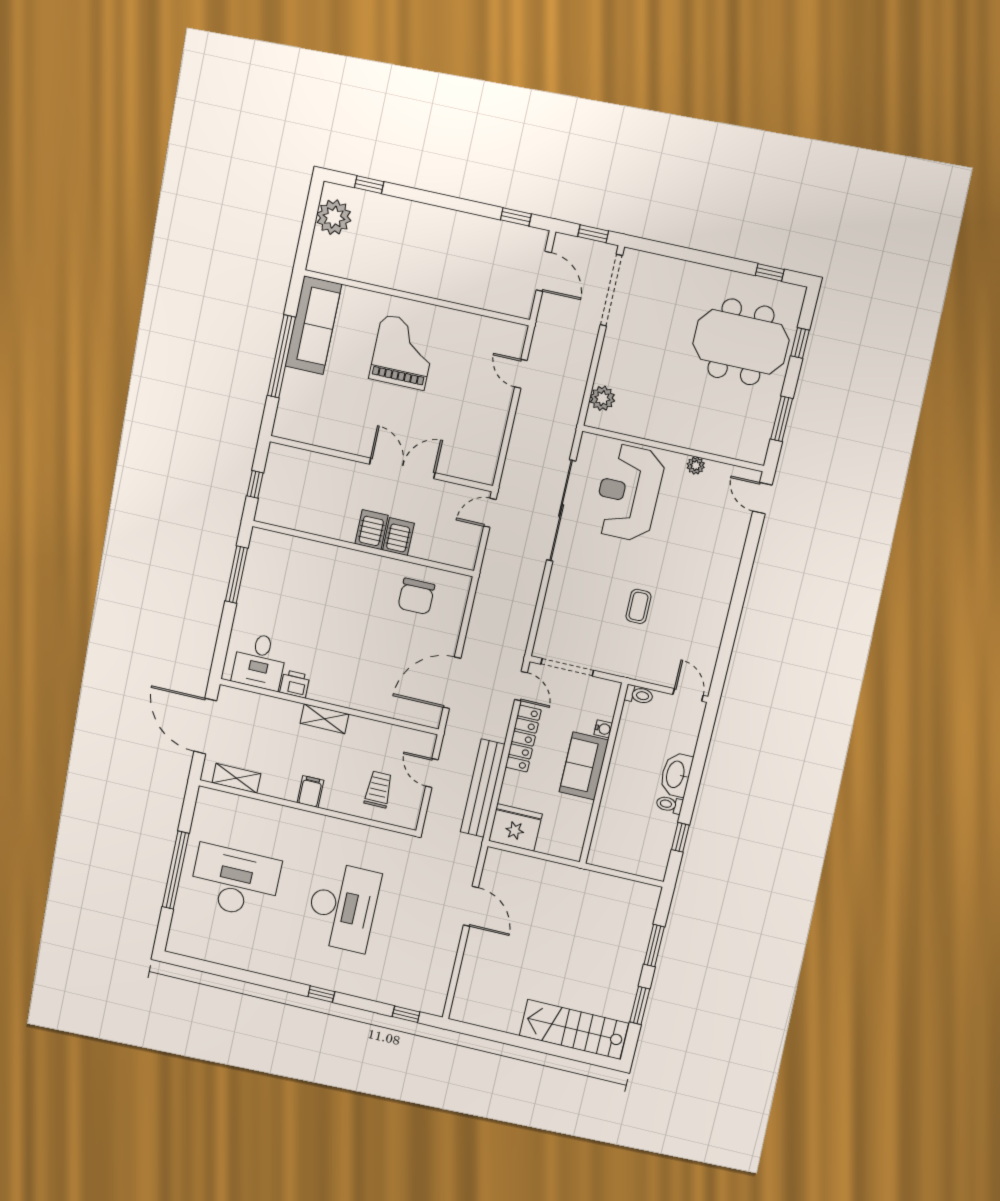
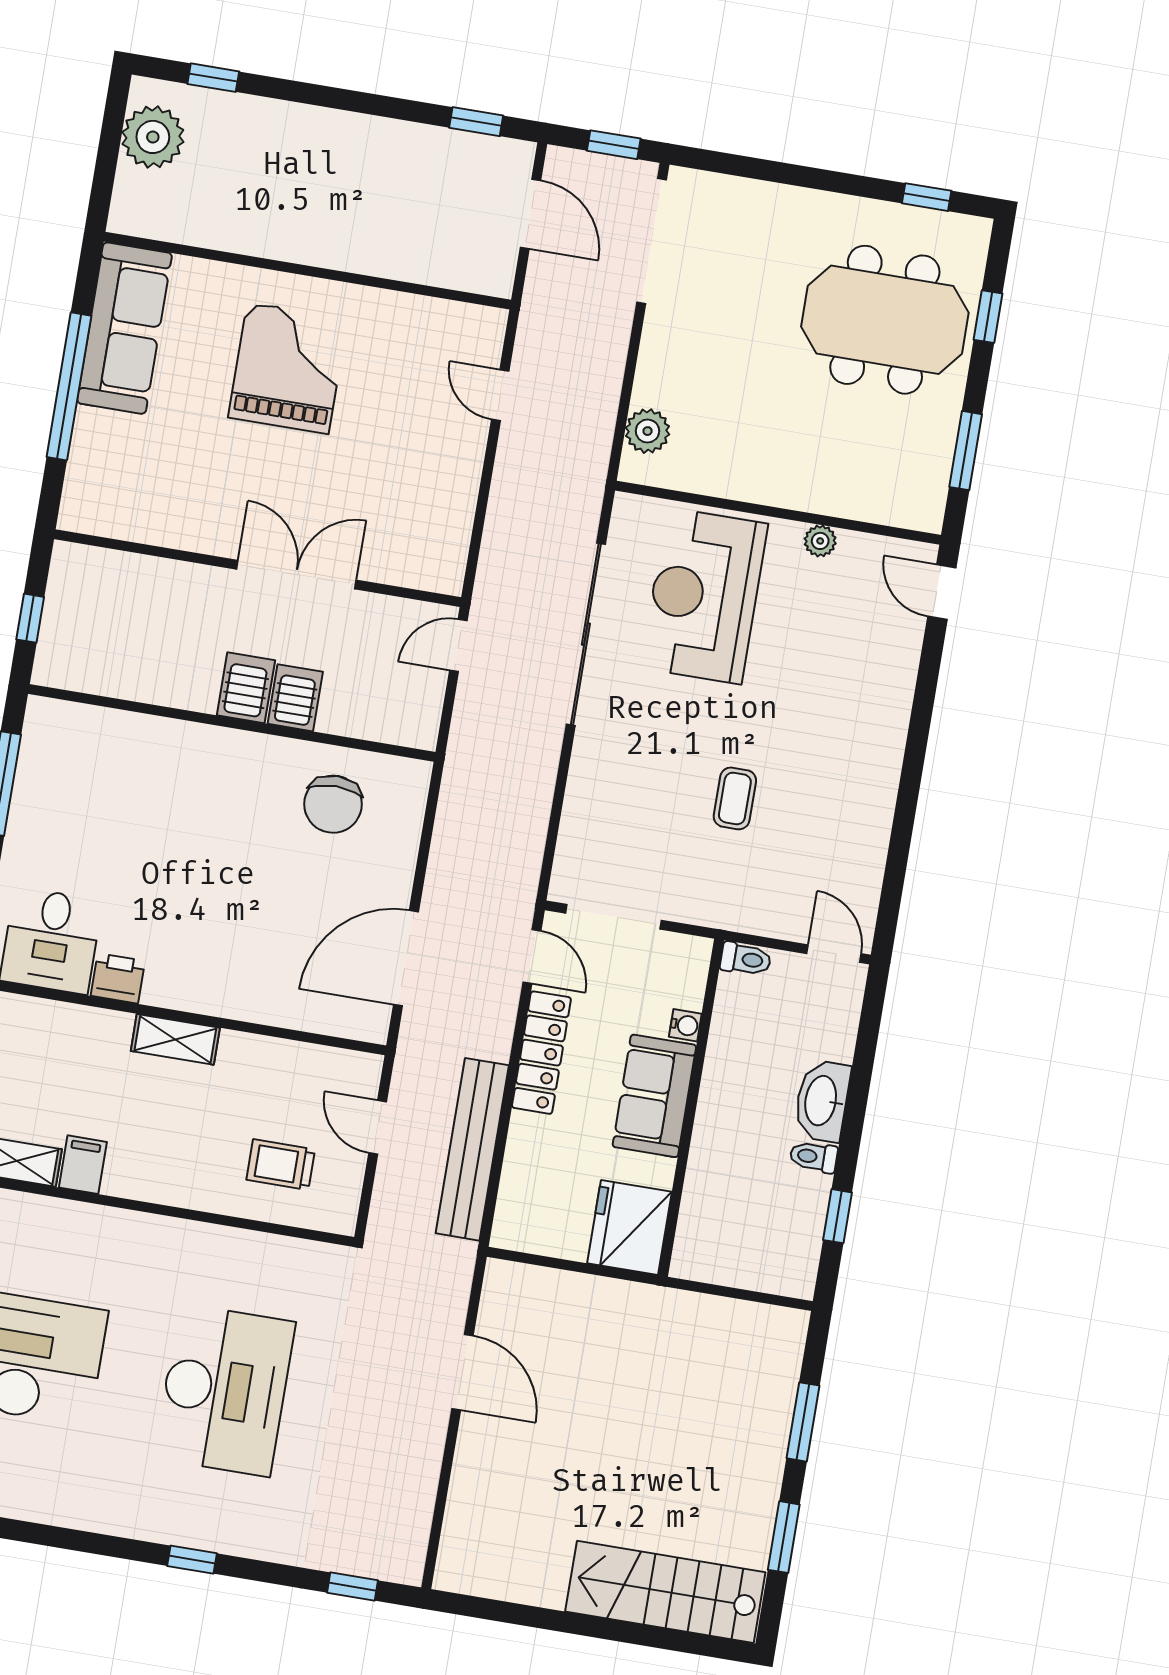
trolley: (378, 789) -> (281, 1165), turned -90
filing cabinet: (310, 792) -> (83, 1165), moved
fridge: (515, 827) -> (630, 1227), moved, turned -90

